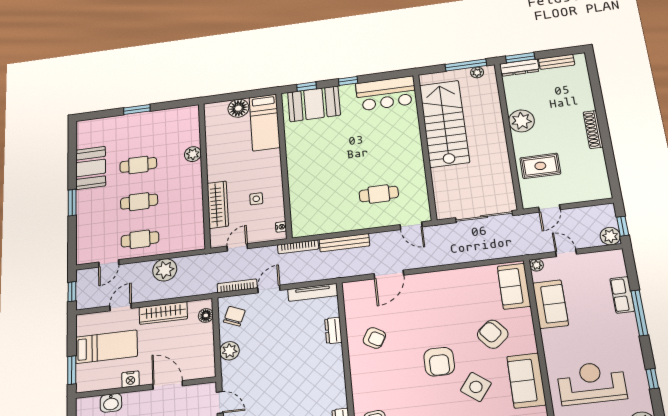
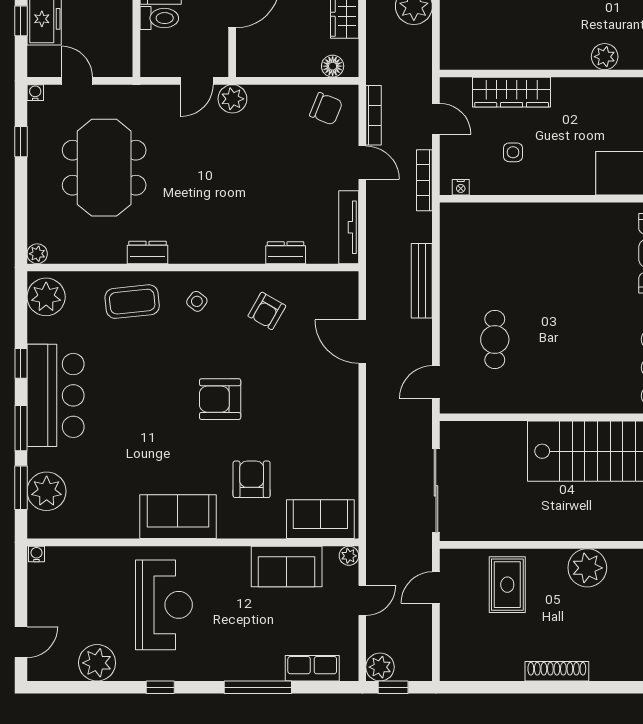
door: (549, 208) -> (436, 588), hinge flipped
bookcase: (298, 247) -> (424, 180), moved
row of seats: (622, 295) -> (312, 668), moved
armchair: (493, 334) -> (252, 479), turned -50
plant: (229, 351) -> (232, 99), moved
side table: (476, 387) -> (197, 301), moved, width x0.54, depth x0.54

